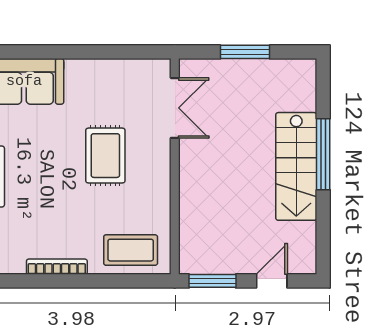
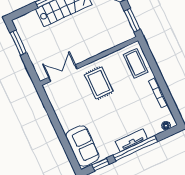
window: (245, 52) -> (18, 43), moved
rug: (105, 156) -> (99, 83), moved, turned 90

